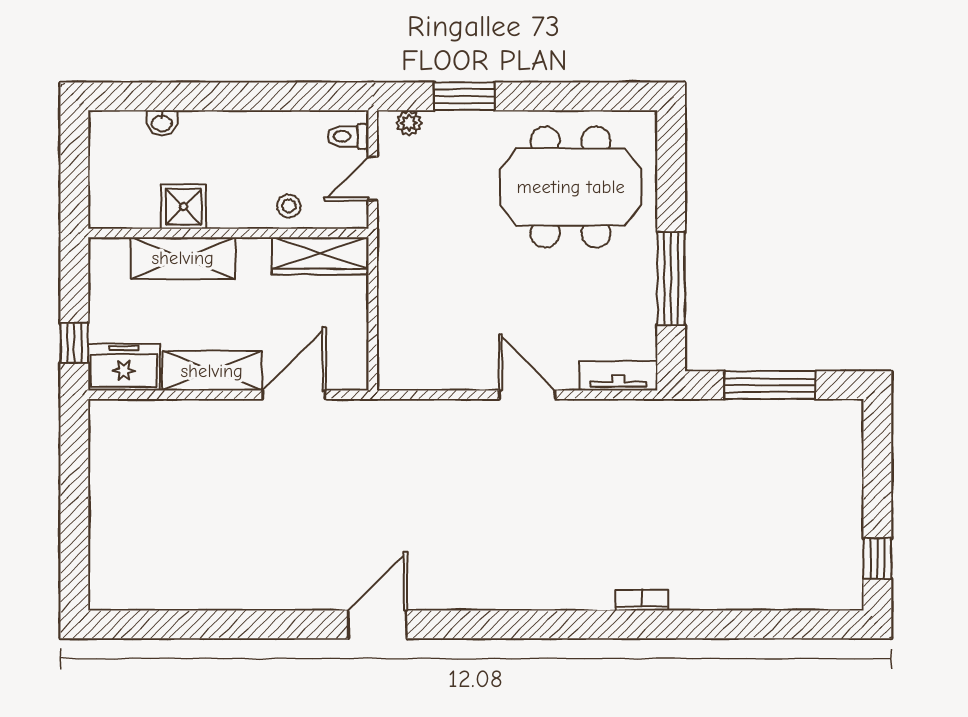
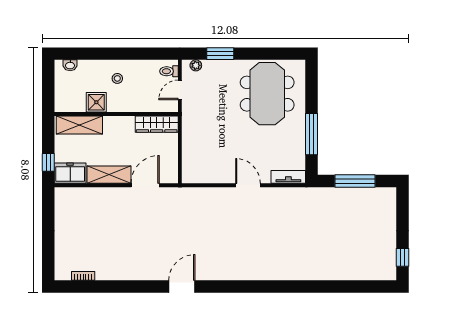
washbasin: (162, 123) -> (70, 65), moved
meeting table: (571, 187) -> (267, 94), turned 90
stool: (289, 206) -> (117, 78), moved
shelving: (183, 258) -> (79, 125), moved
bookcase: (642, 600) -> (83, 276), moved

